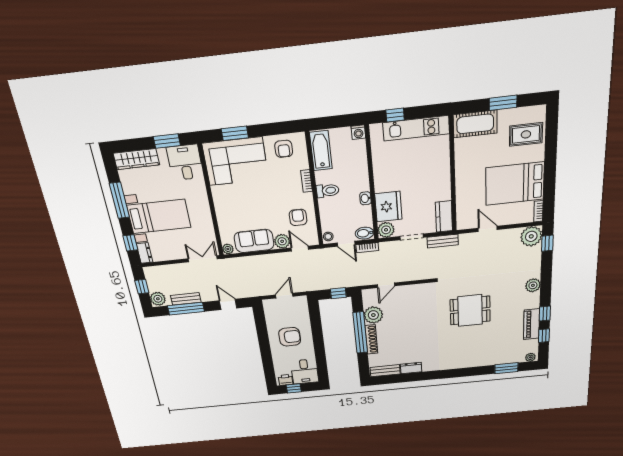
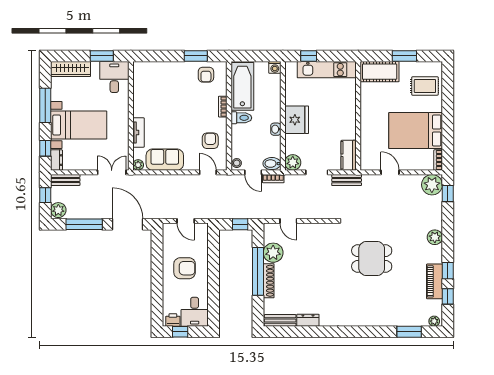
window: (235, 133) -> (196, 56), moved
bathtub: (321, 151) -> (242, 86), width x1.36, depth x1.36
corner sofa: (236, 161) -> (160, 81), removed
fridge: (388, 207) -> (297, 120), moved
tv unit: (222, 217) -> (138, 133), added
plant: (282, 241) -> (192, 163), removed
door: (386, 285) -> (288, 221), hinge flipped
door: (284, 296) -> (186, 221), swing flipped
bench: (186, 299) -> (65, 180), moved
door: (228, 304) -> (128, 224), width x1.88

